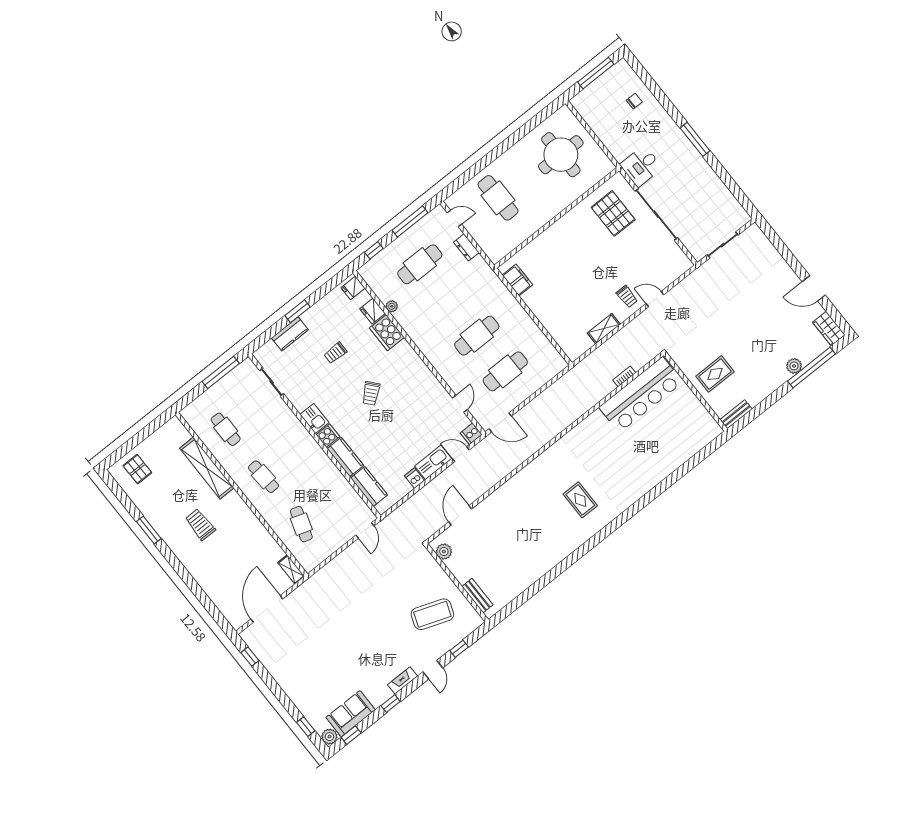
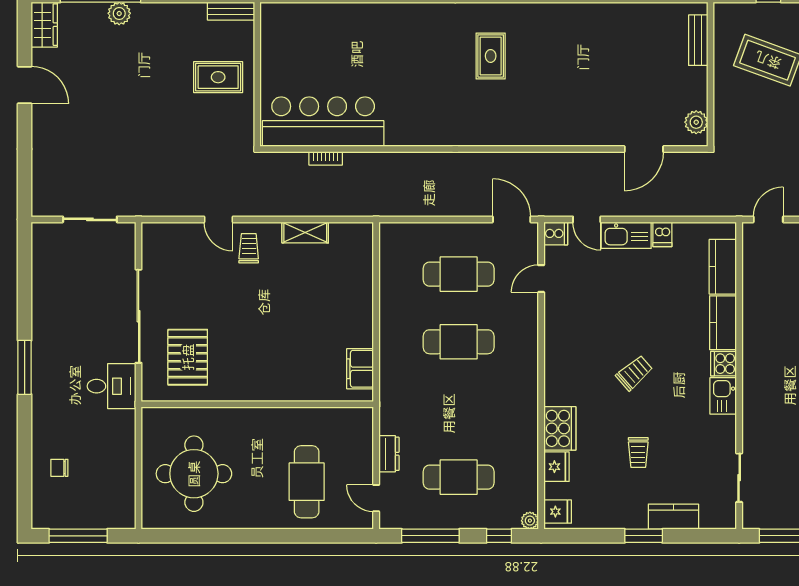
plant: (392, 306) -> (530, 521), moved
trolley: (335, 353) -> (638, 453), turned 90

